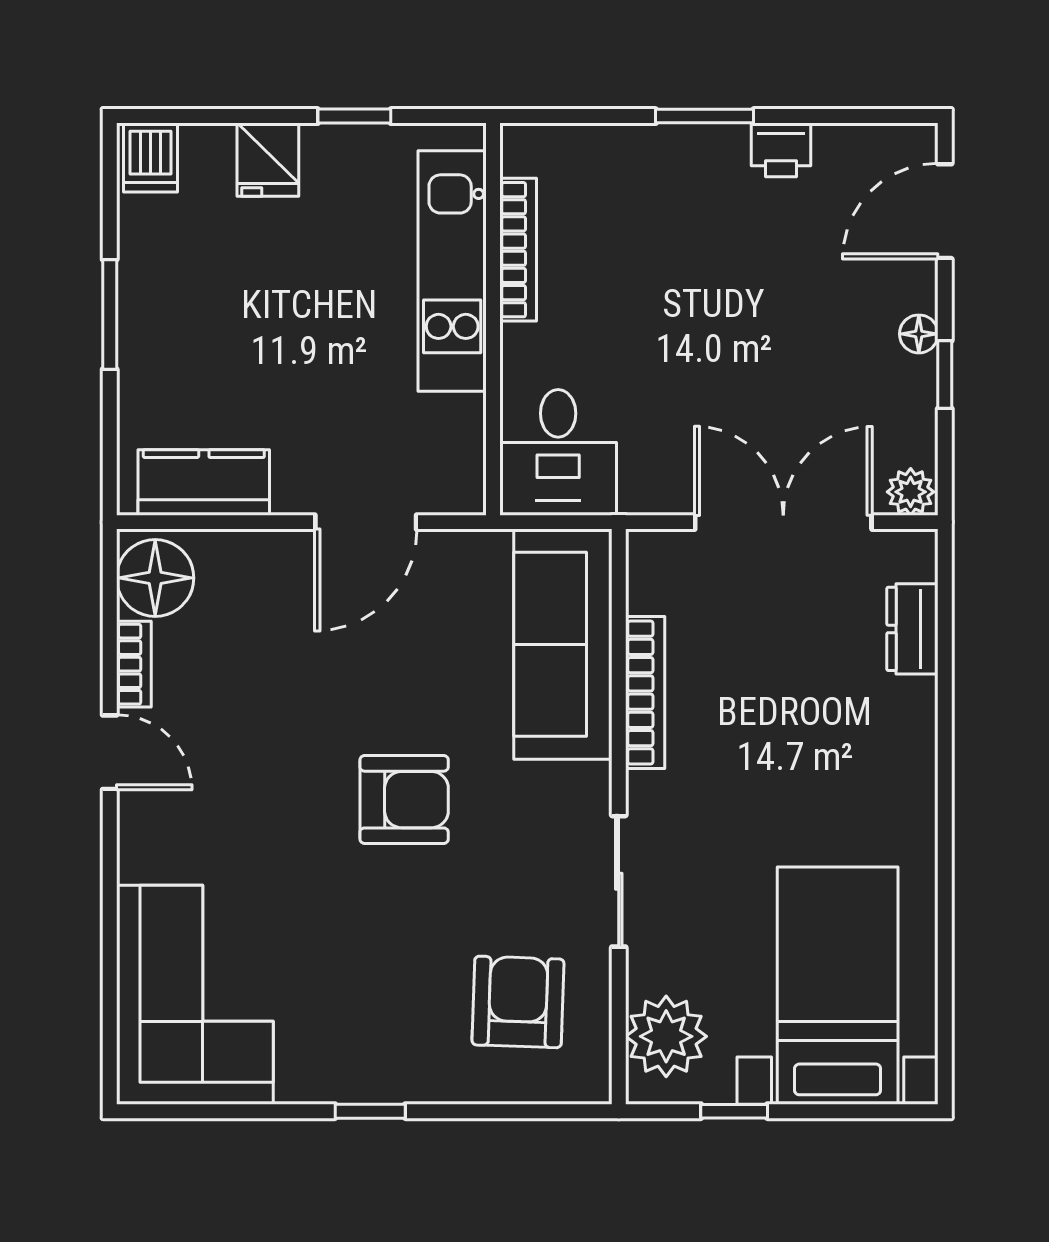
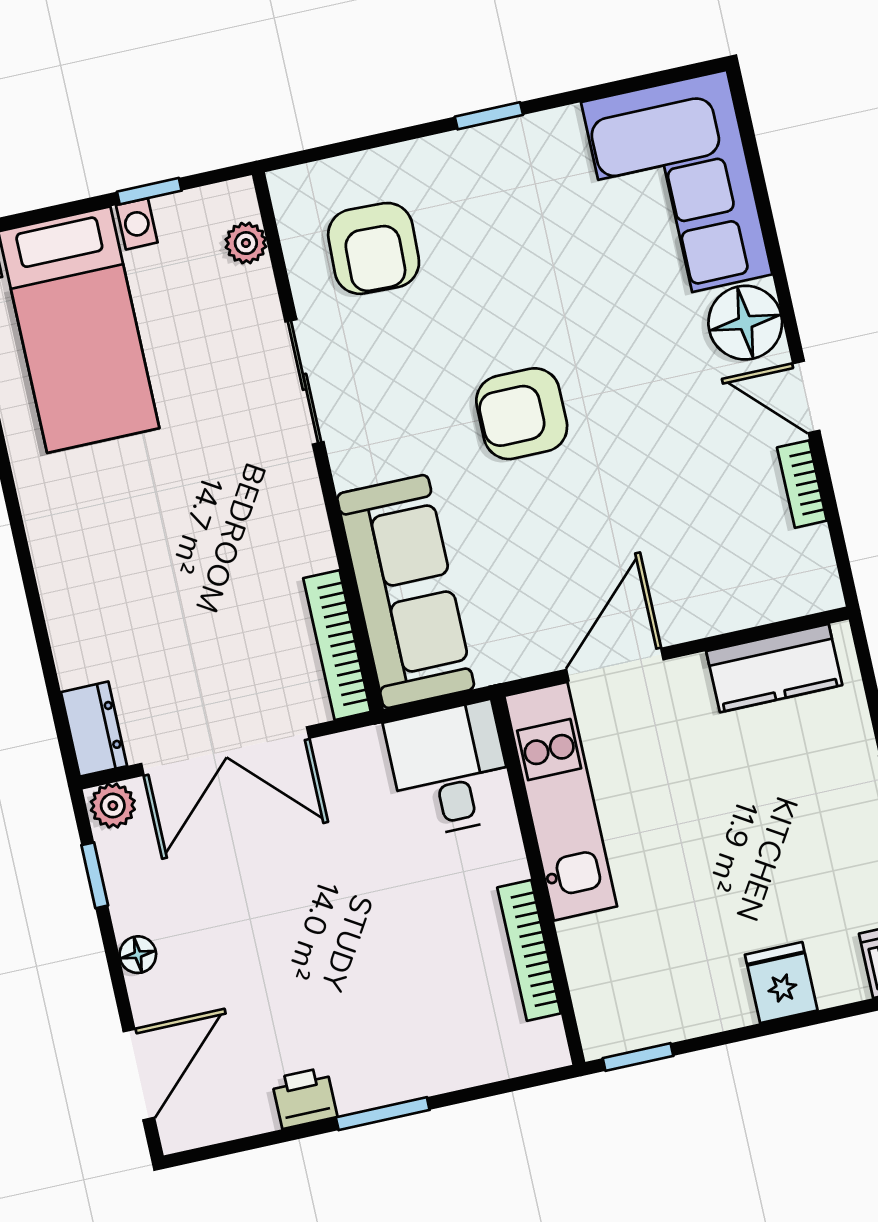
window: (354, 116) -> (638, 1057), moved
kitchen unit: (452, 271) -> (561, 801), moved
window: (945, 375) -> (95, 875), moved
floor lamp: (155, 578) -> (745, 323), moved
dresser: (912, 629) -> (94, 729), moved
bookcase: (645, 693) -> (337, 645), moved
plant: (666, 1036) -> (246, 243), width x0.53, depth x0.53

